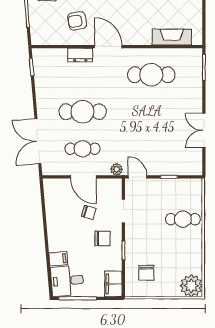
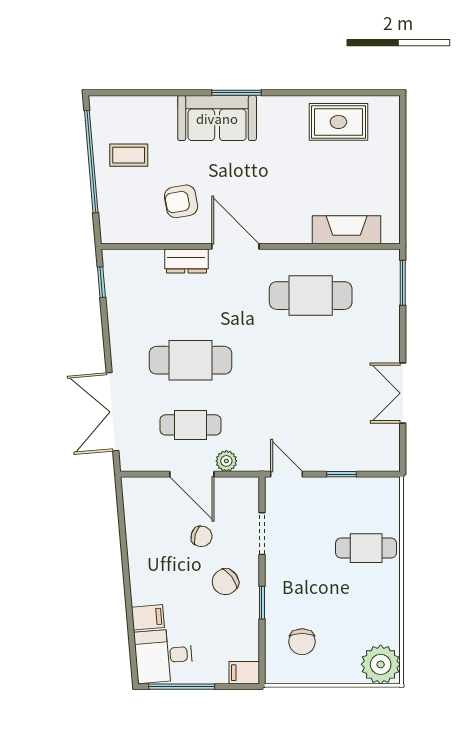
plant: (117, 169) -> (226, 461), moved
chair: (102, 238) -> (225, 582), turned 143
filing cabinet: (113, 284) -> (244, 673), width x0.50

